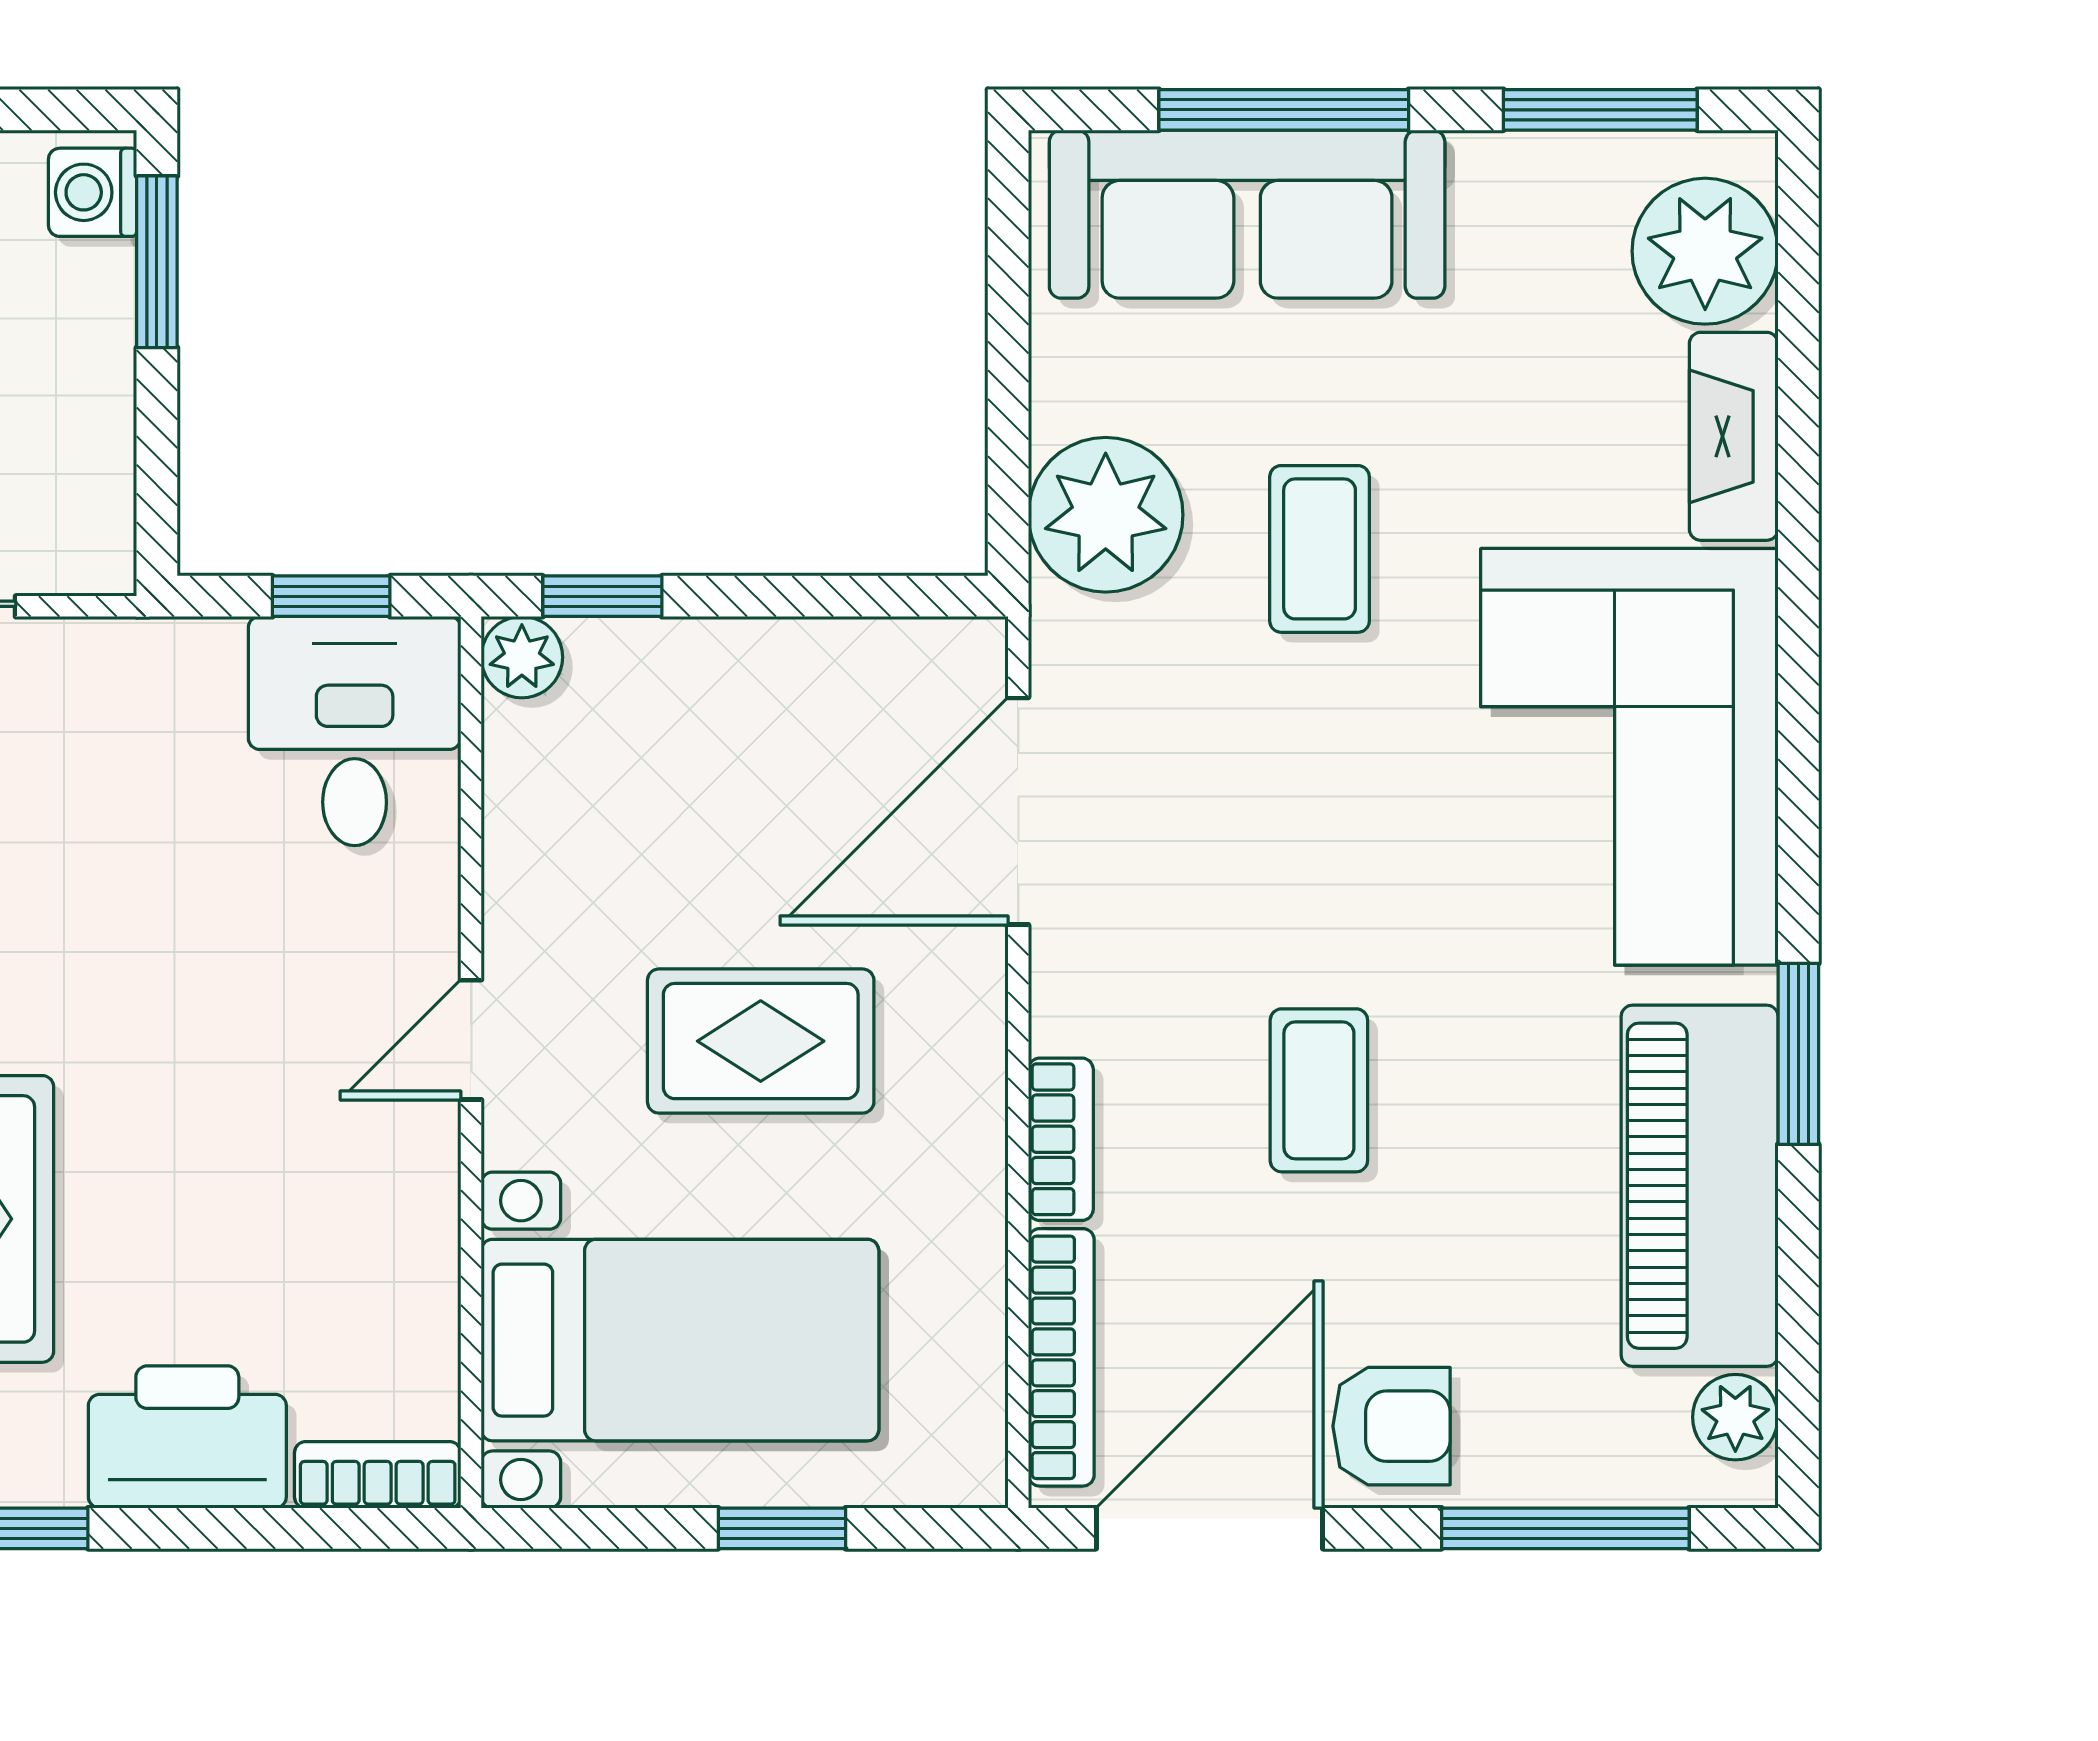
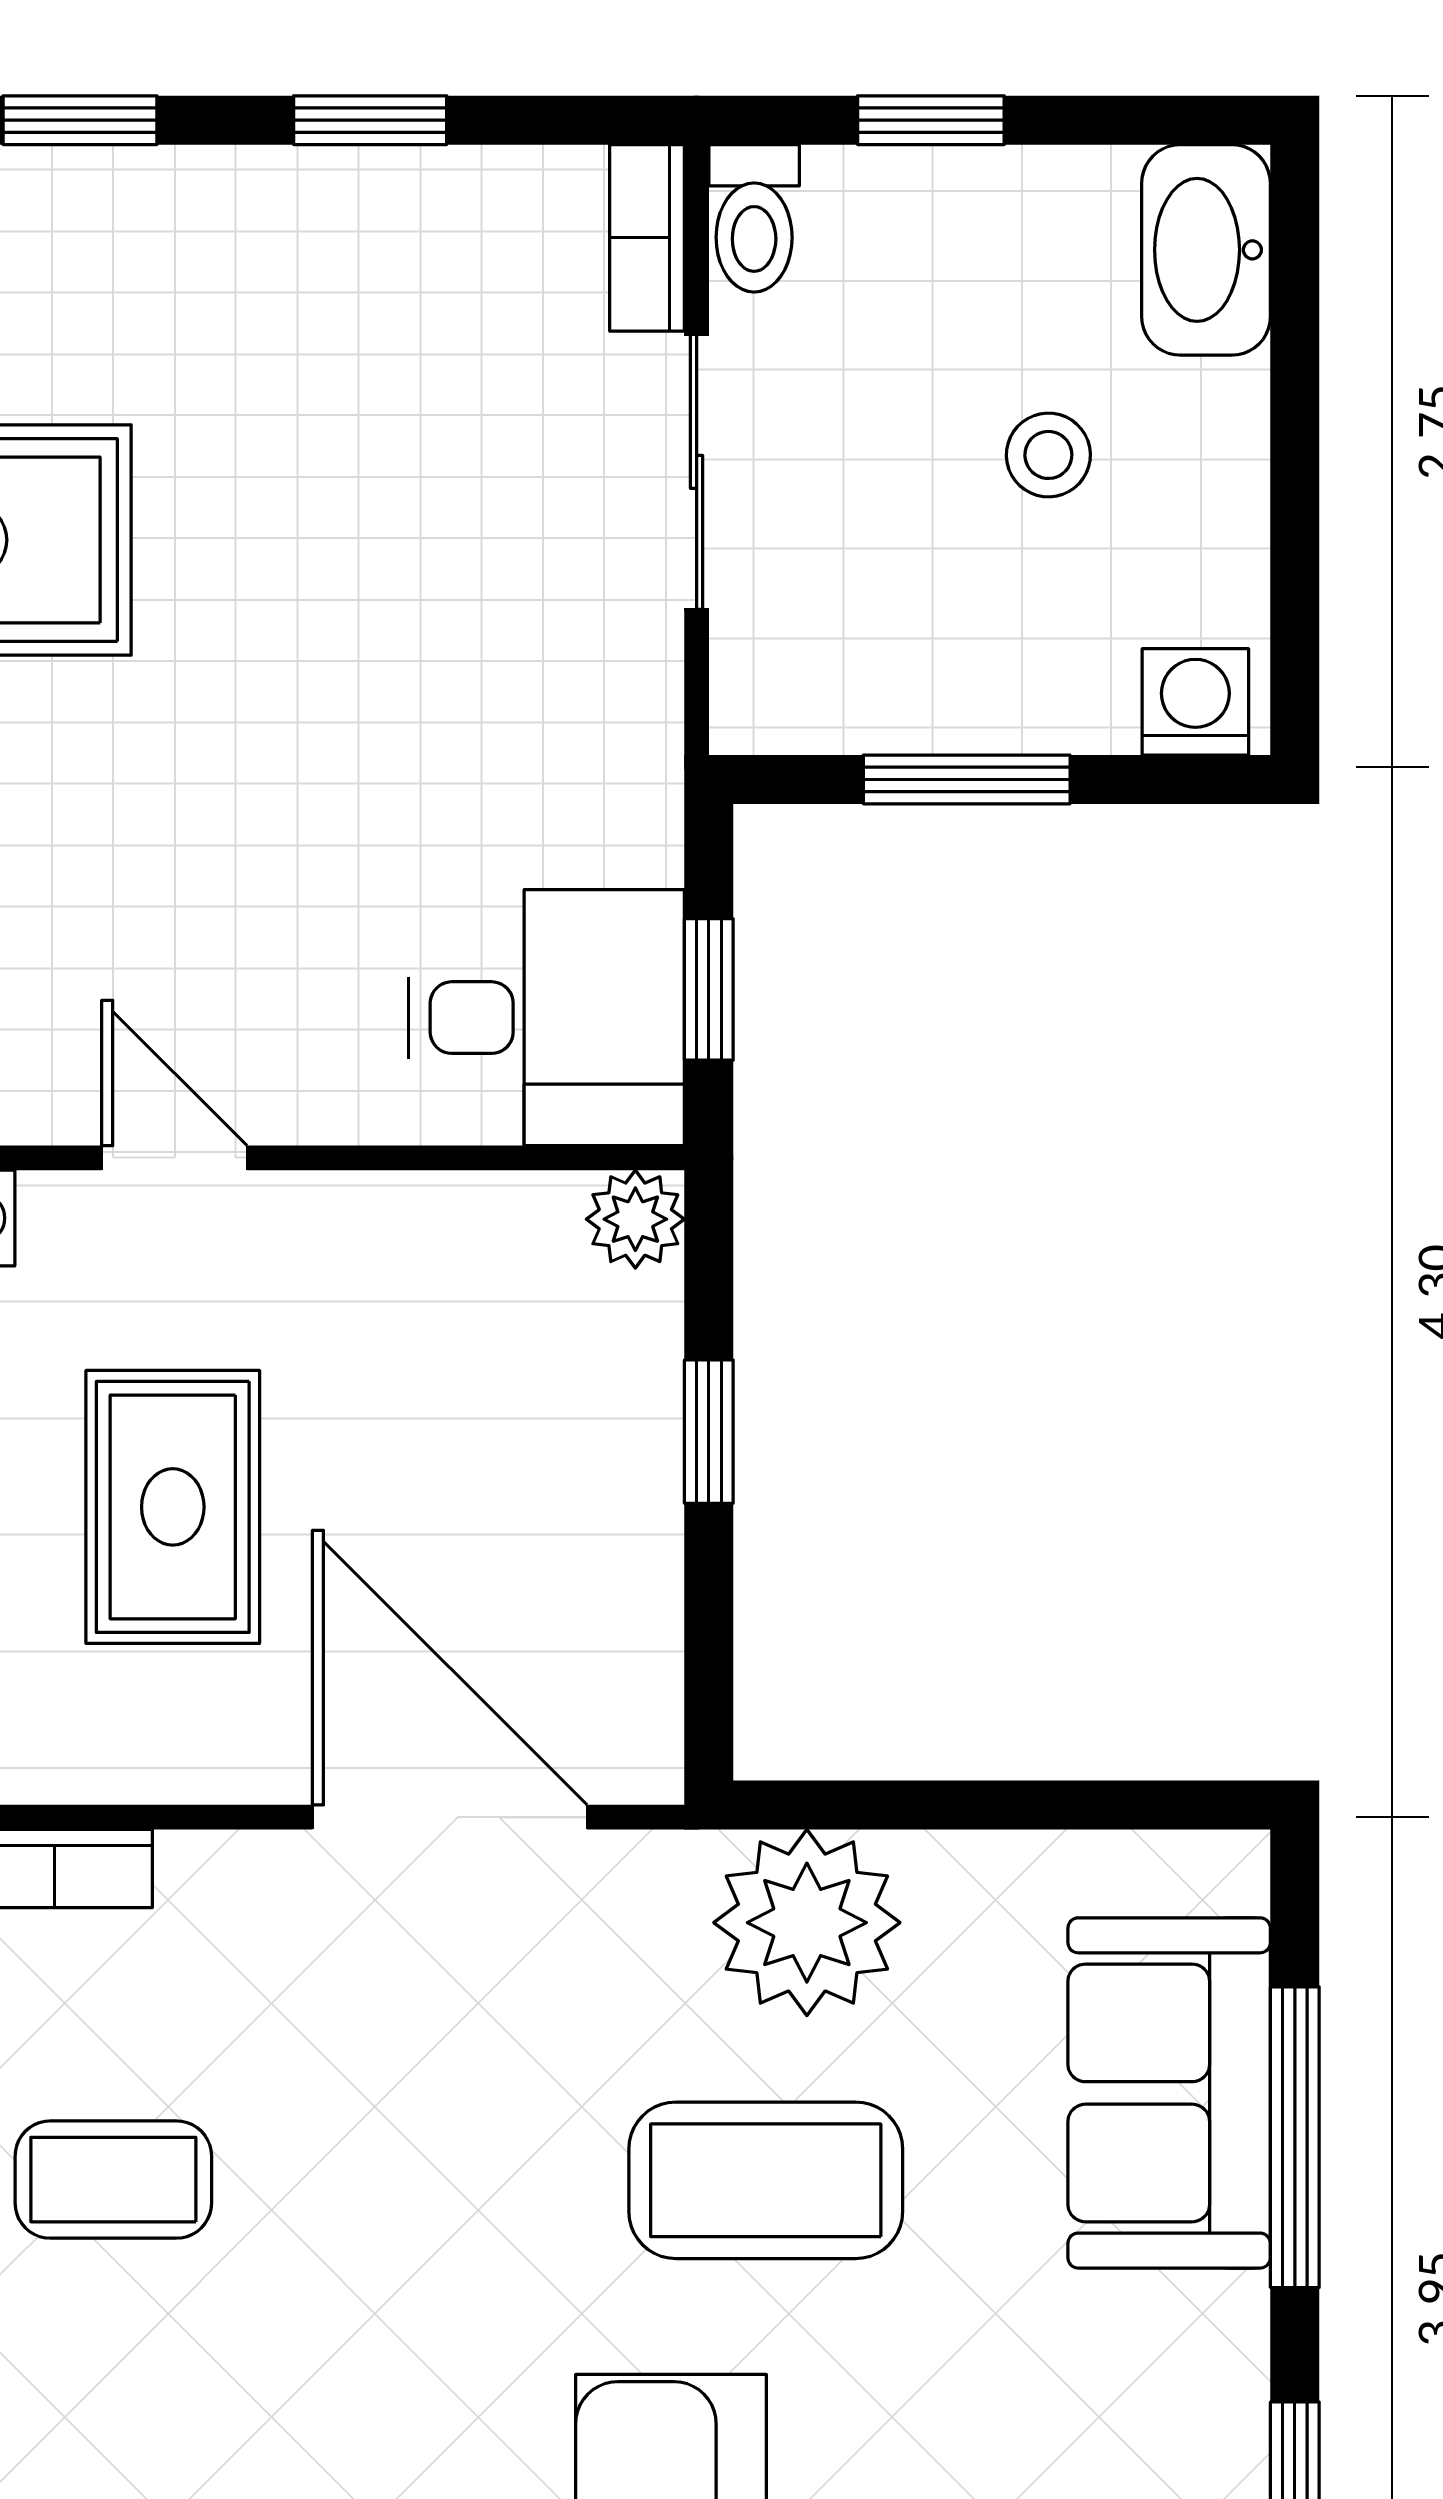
sofa: (1247, 214) -> (1169, 2093), width x0.73
window: (157, 262) -> (967, 779), moved
coffee table: (1320, 549) -> (766, 2180), width x1.36, depth x1.30
window: (602, 596) -> (709, 1432), moved

